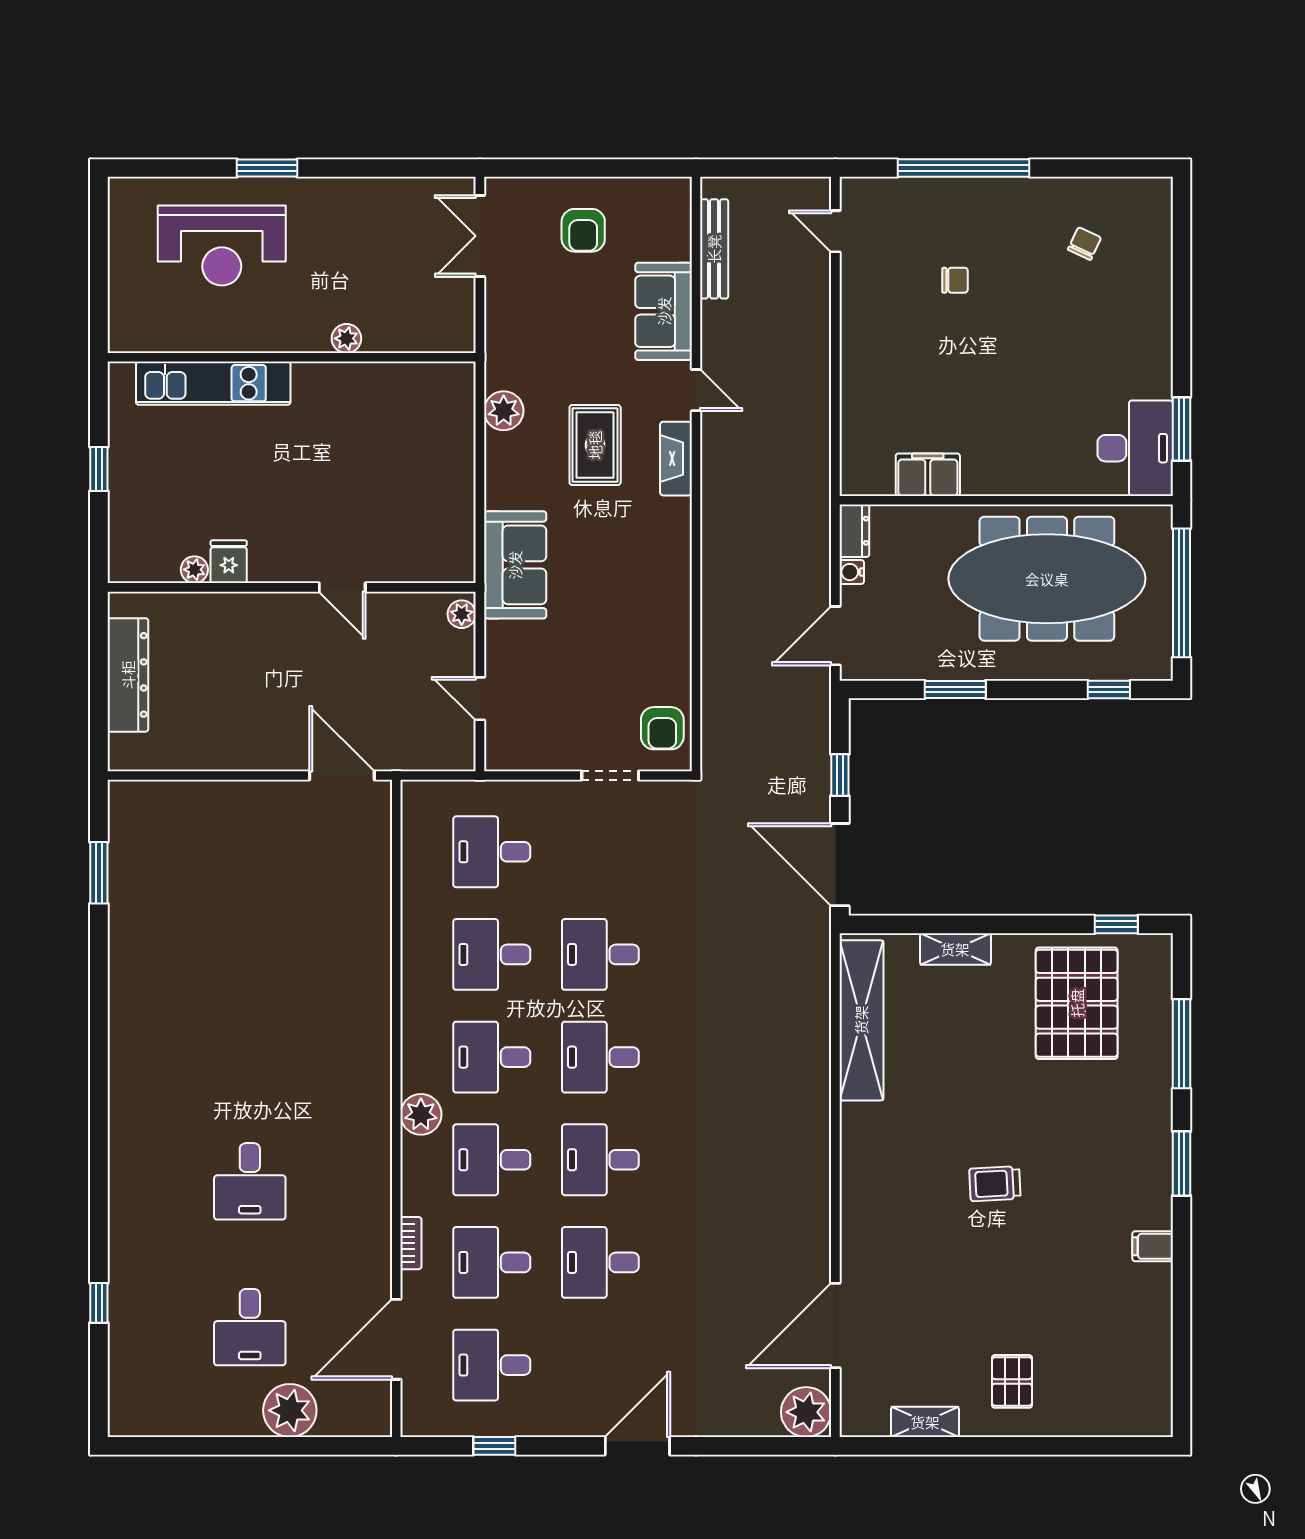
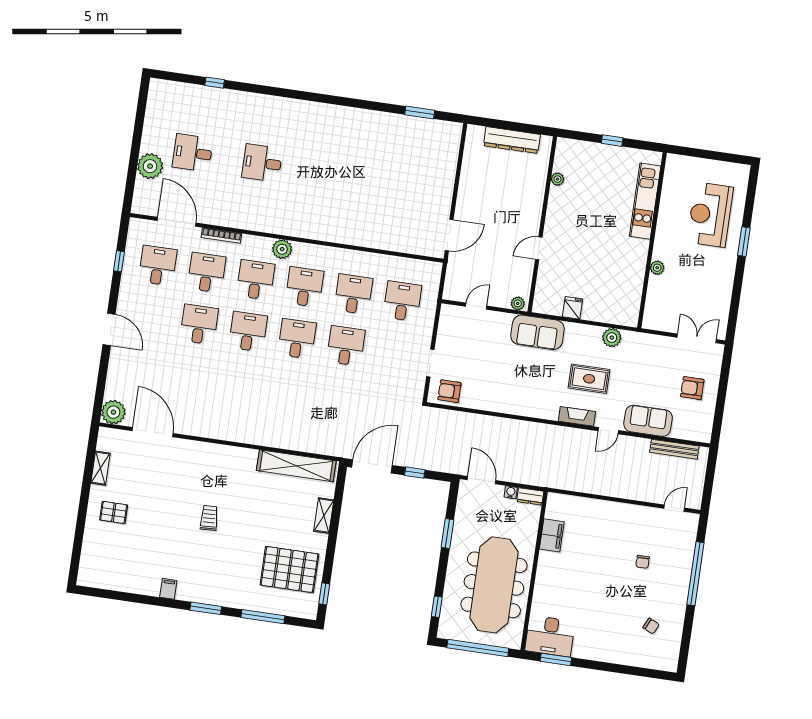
fridge: (229, 562) -> (572, 308), moved, turned -90
bookcase: (411, 1243) -> (221, 235), width x1.56

